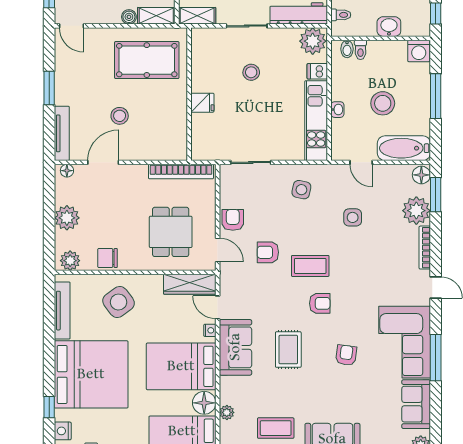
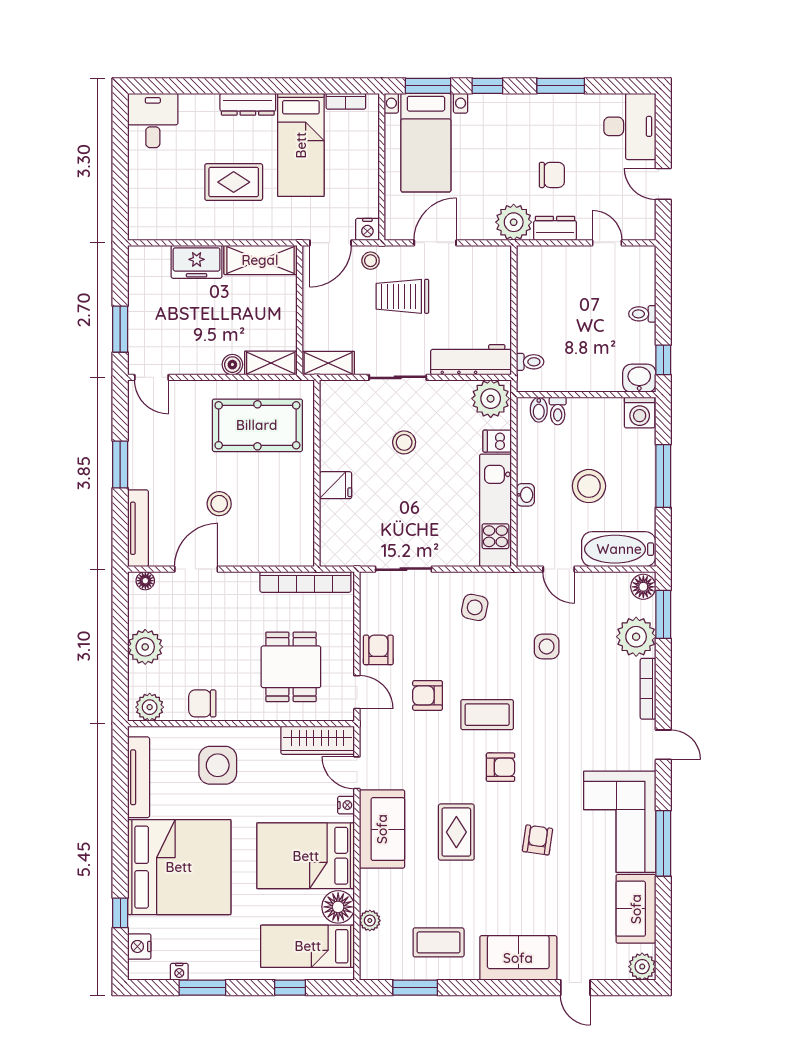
washbasin: (389, 27) -> (639, 378), moved
side table: (119, 302) -> (218, 765), turned 37

